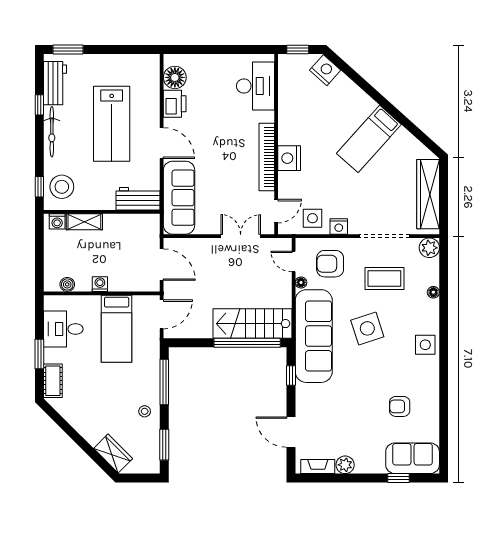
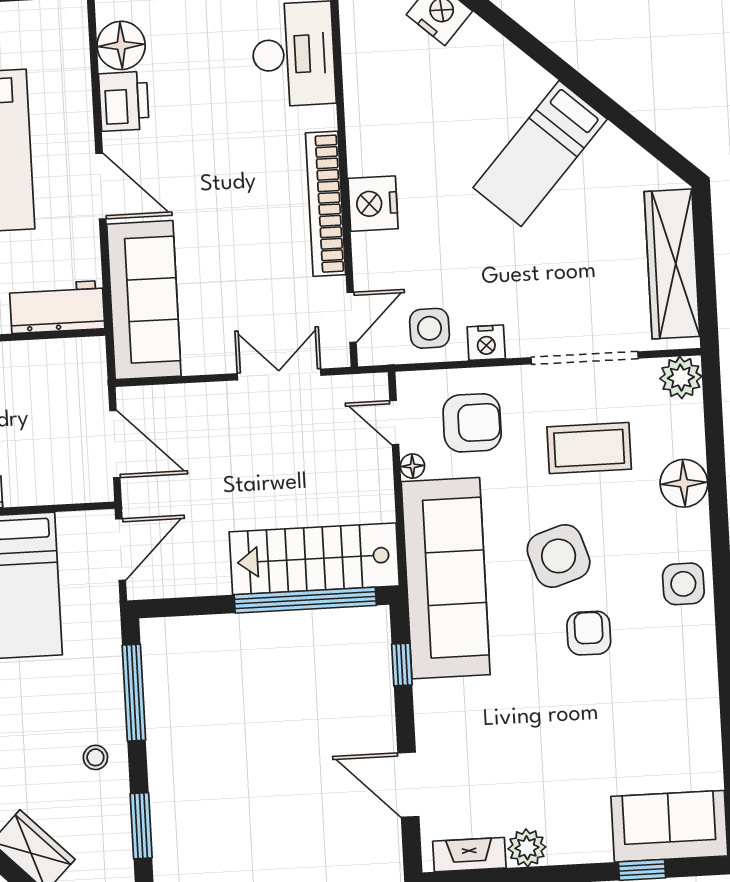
armchair: (330, 264) -> (472, 423), turned 180
floor lamp: (433, 292) -> (684, 483), width x1.89, depth x1.89
armchair: (400, 406) -> (589, 633), moved, turned 90

